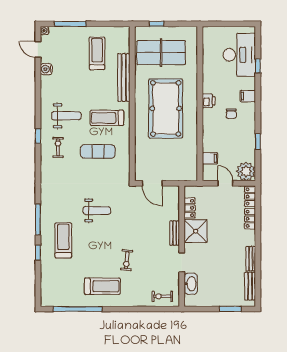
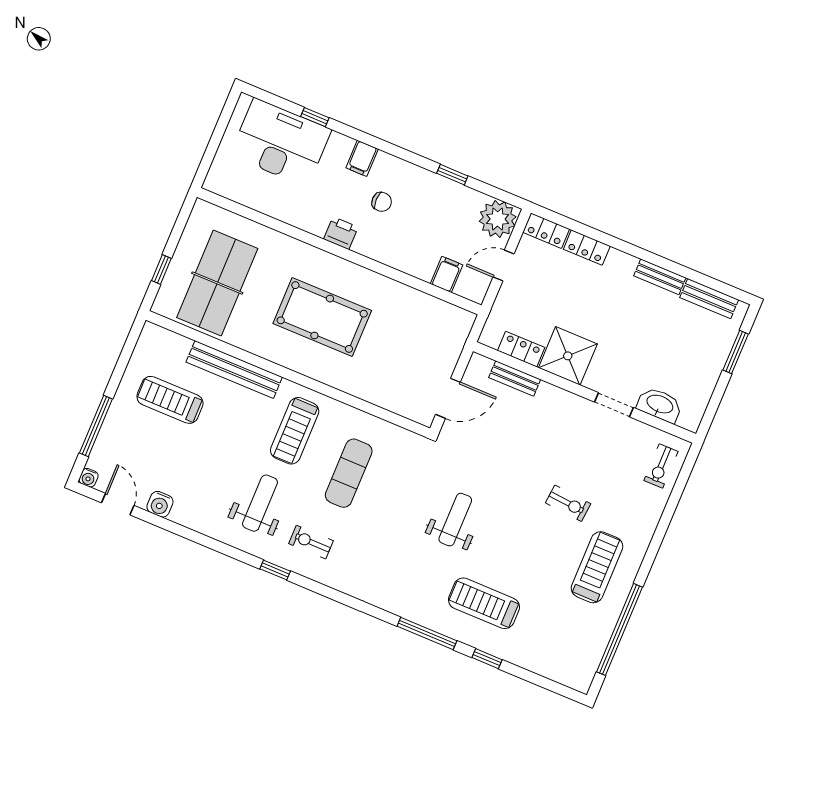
door: (38, 49) -> (118, 504), swing flipped
pool table: (166, 108) -> (322, 317), width x0.73, depth x0.76
bench: (175, 233) -> (515, 378), moved

